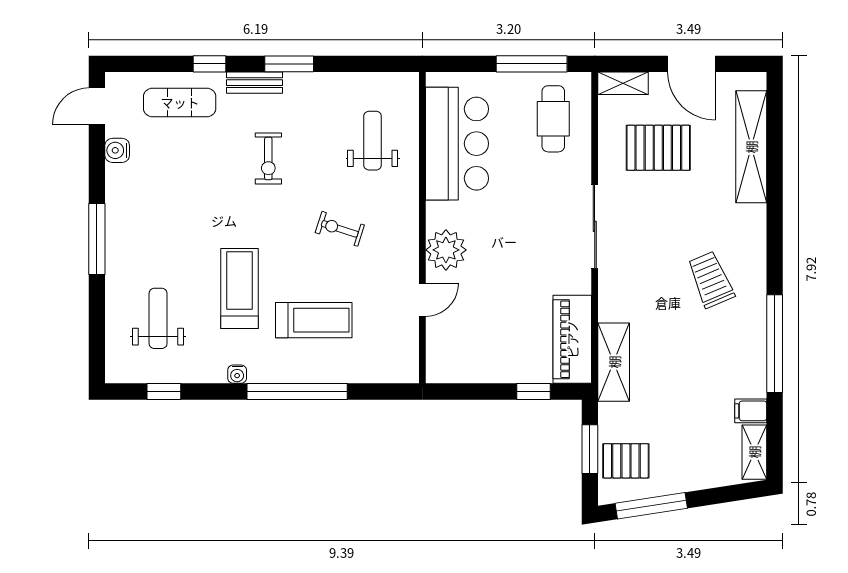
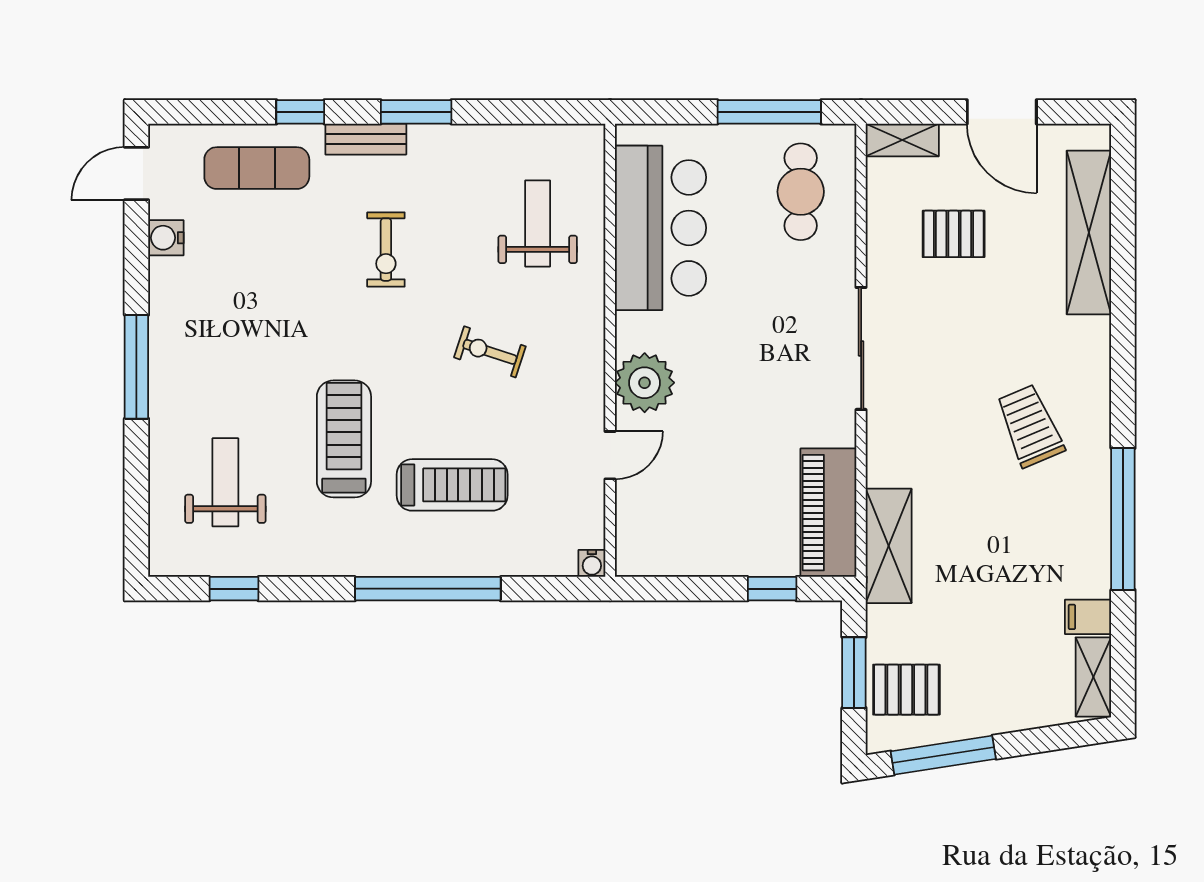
pallet: (658, 148) -> (954, 234), width x0.67, depth x0.71
water cooler: (237, 374) -> (592, 563), moved

